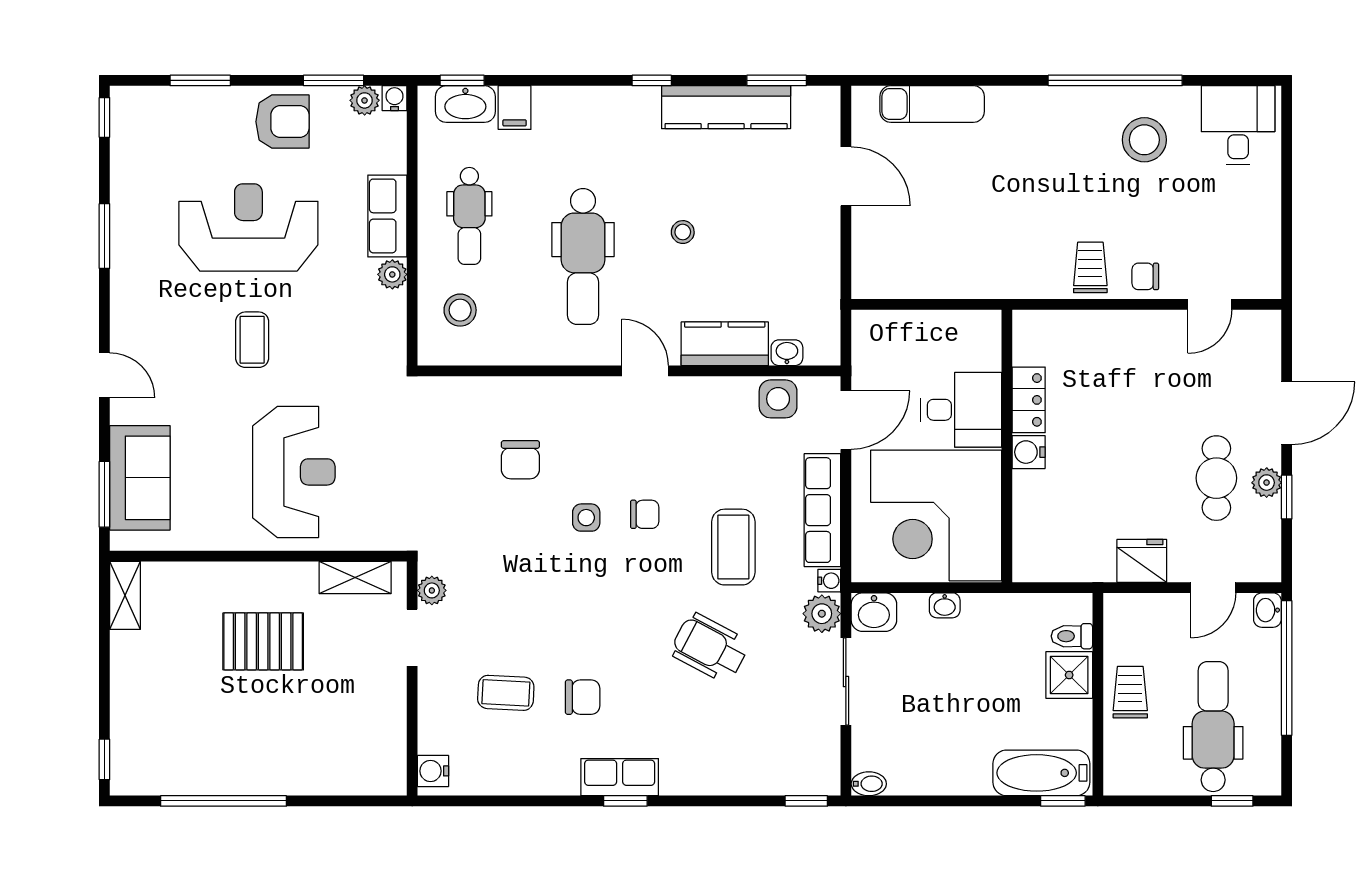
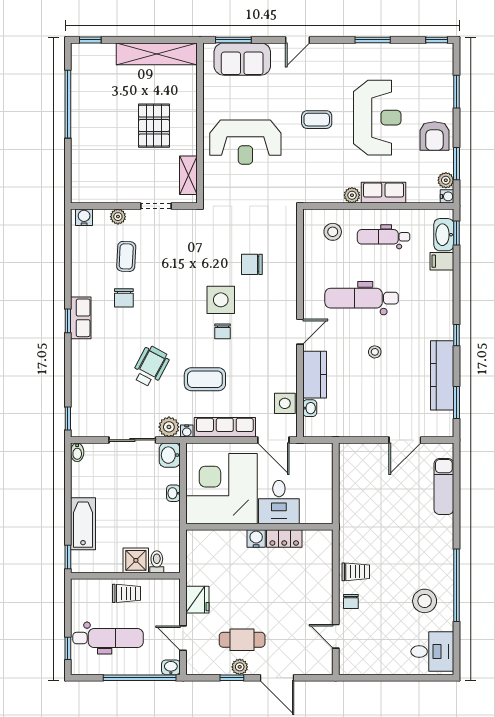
chair: (1145, 276) -> (351, 601), turned 180
side table: (586, 518) -> (221, 300), width x1.87, depth x1.87
plant: (432, 590) -> (118, 217), moved
shelving: (125, 595) -> (157, 54), width x2.20, depth x1.33
bathtub: (1041, 773) -> (83, 524), moved

